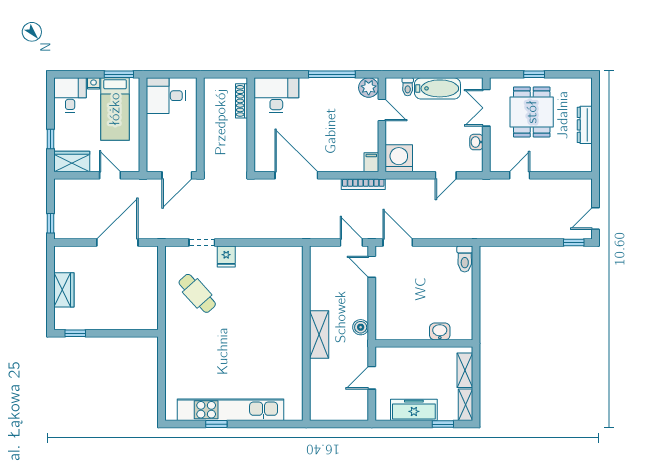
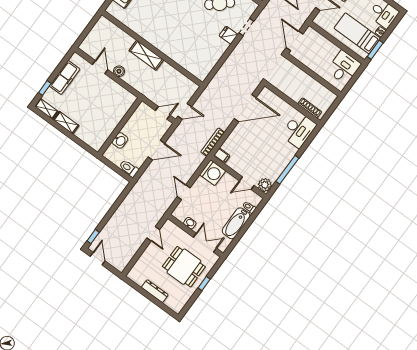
door: (398, 242) -> (156, 150), moved
boiler: (361, 327) -> (119, 71), moved
washbasin: (440, 331) -> (120, 140), moved
wall: (424, 343) -> (120, 127), moved

